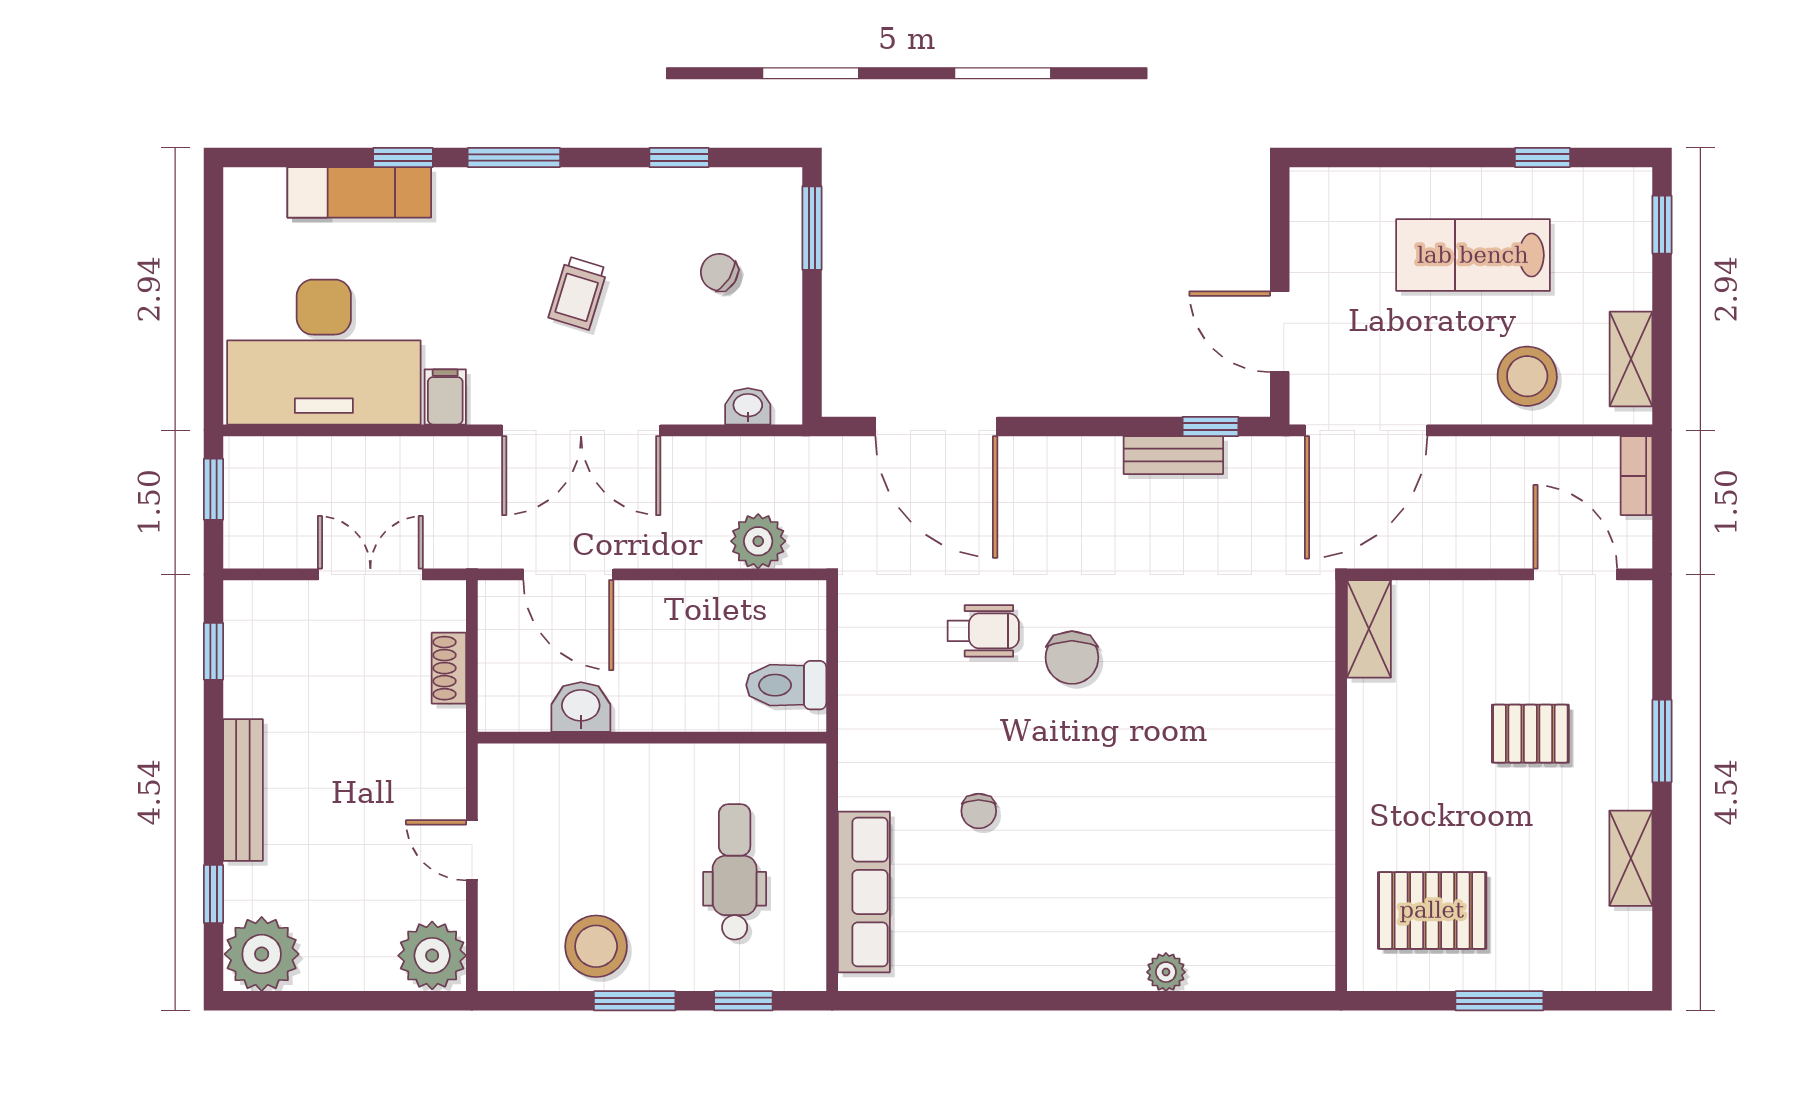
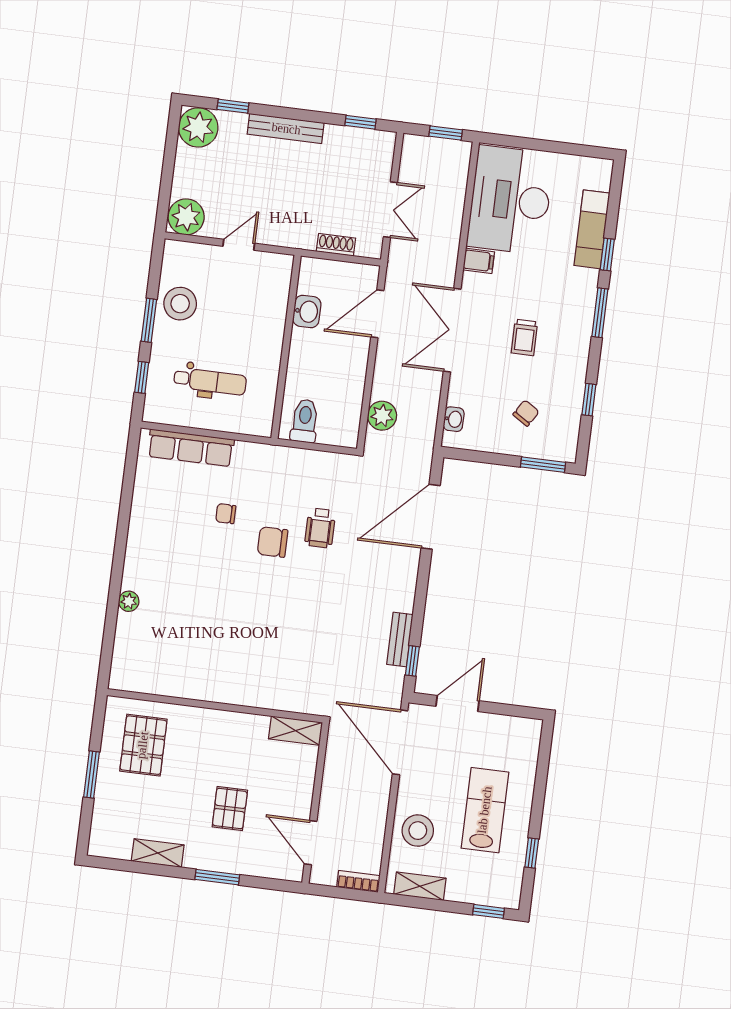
trolley: (578, 293) -> (524, 337), turned -107
door: (1575, 574) -> (310, 843), swing flipped
chair: (1072, 658) -> (273, 542), moved

